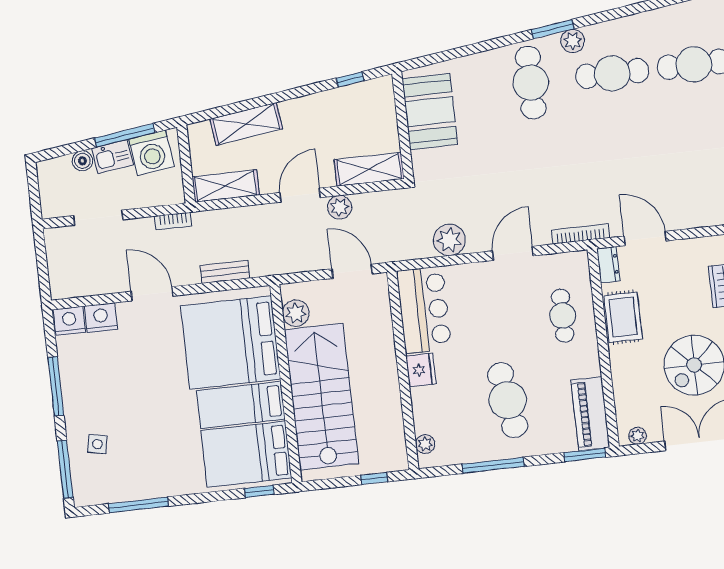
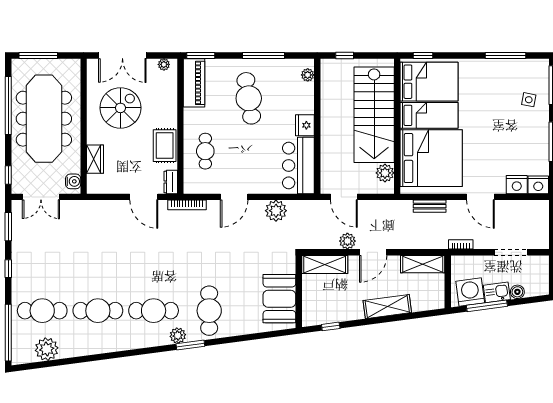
shelving: (246, 124) -> (387, 307), moved

